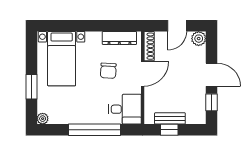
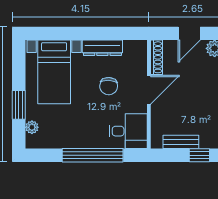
dresser: (119, 38) -> (102, 48), moved
plant: (43, 119) -> (32, 127), moved
window: (169, 130) -> (199, 155), moved

